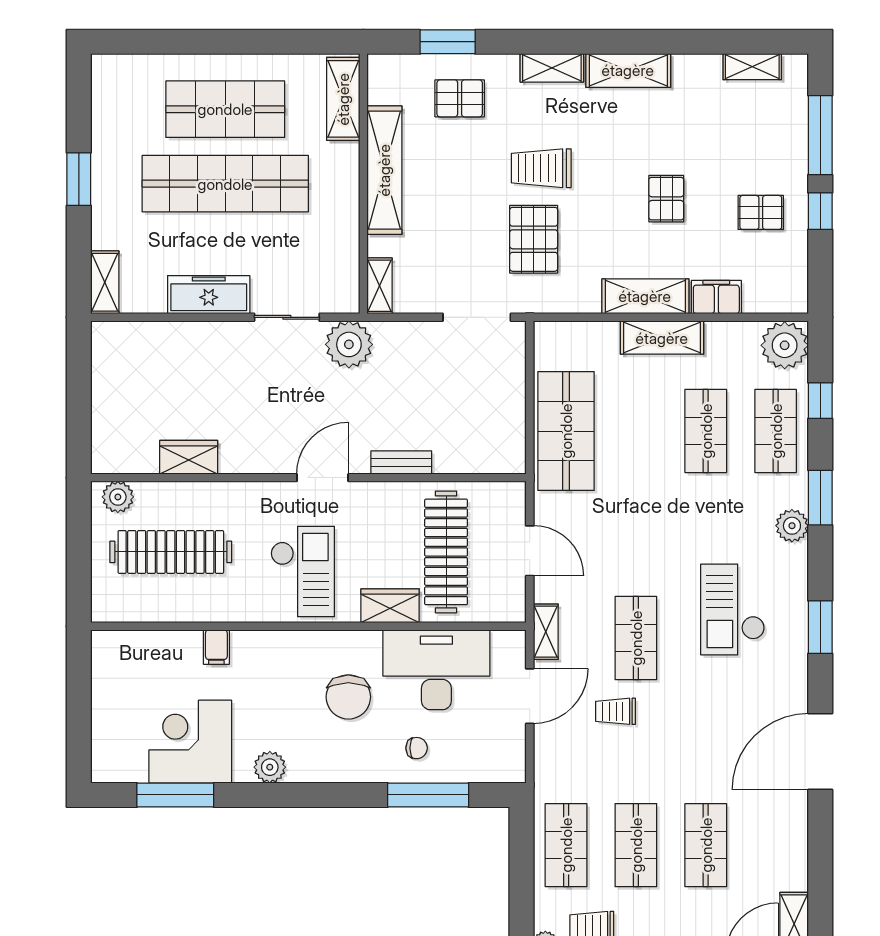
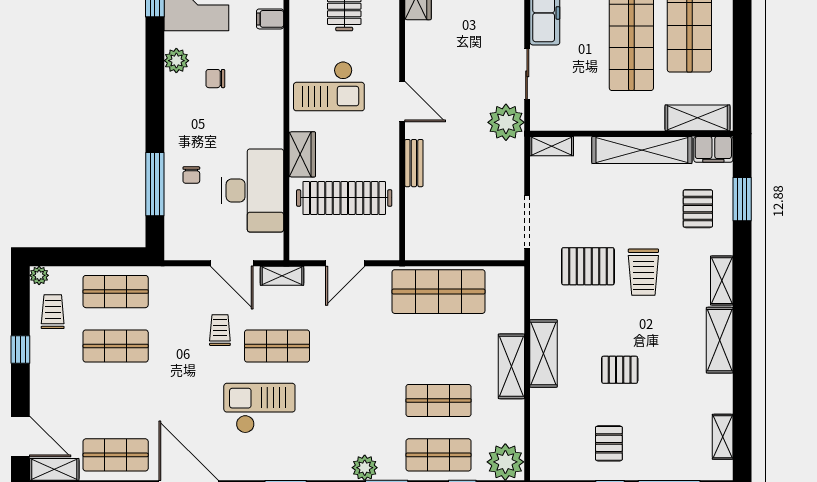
trolley: (541, 168) -> (643, 272), turned 180
filing cabinet: (716, 297) -> (713, 149), moved, turned 90
checkout: (733, 610) -> (259, 408), moved
chair: (348, 697) -> (215, 79), moved, width x0.54, depth x0.54
shop shelf: (706, 845) -> (116, 455), moved

